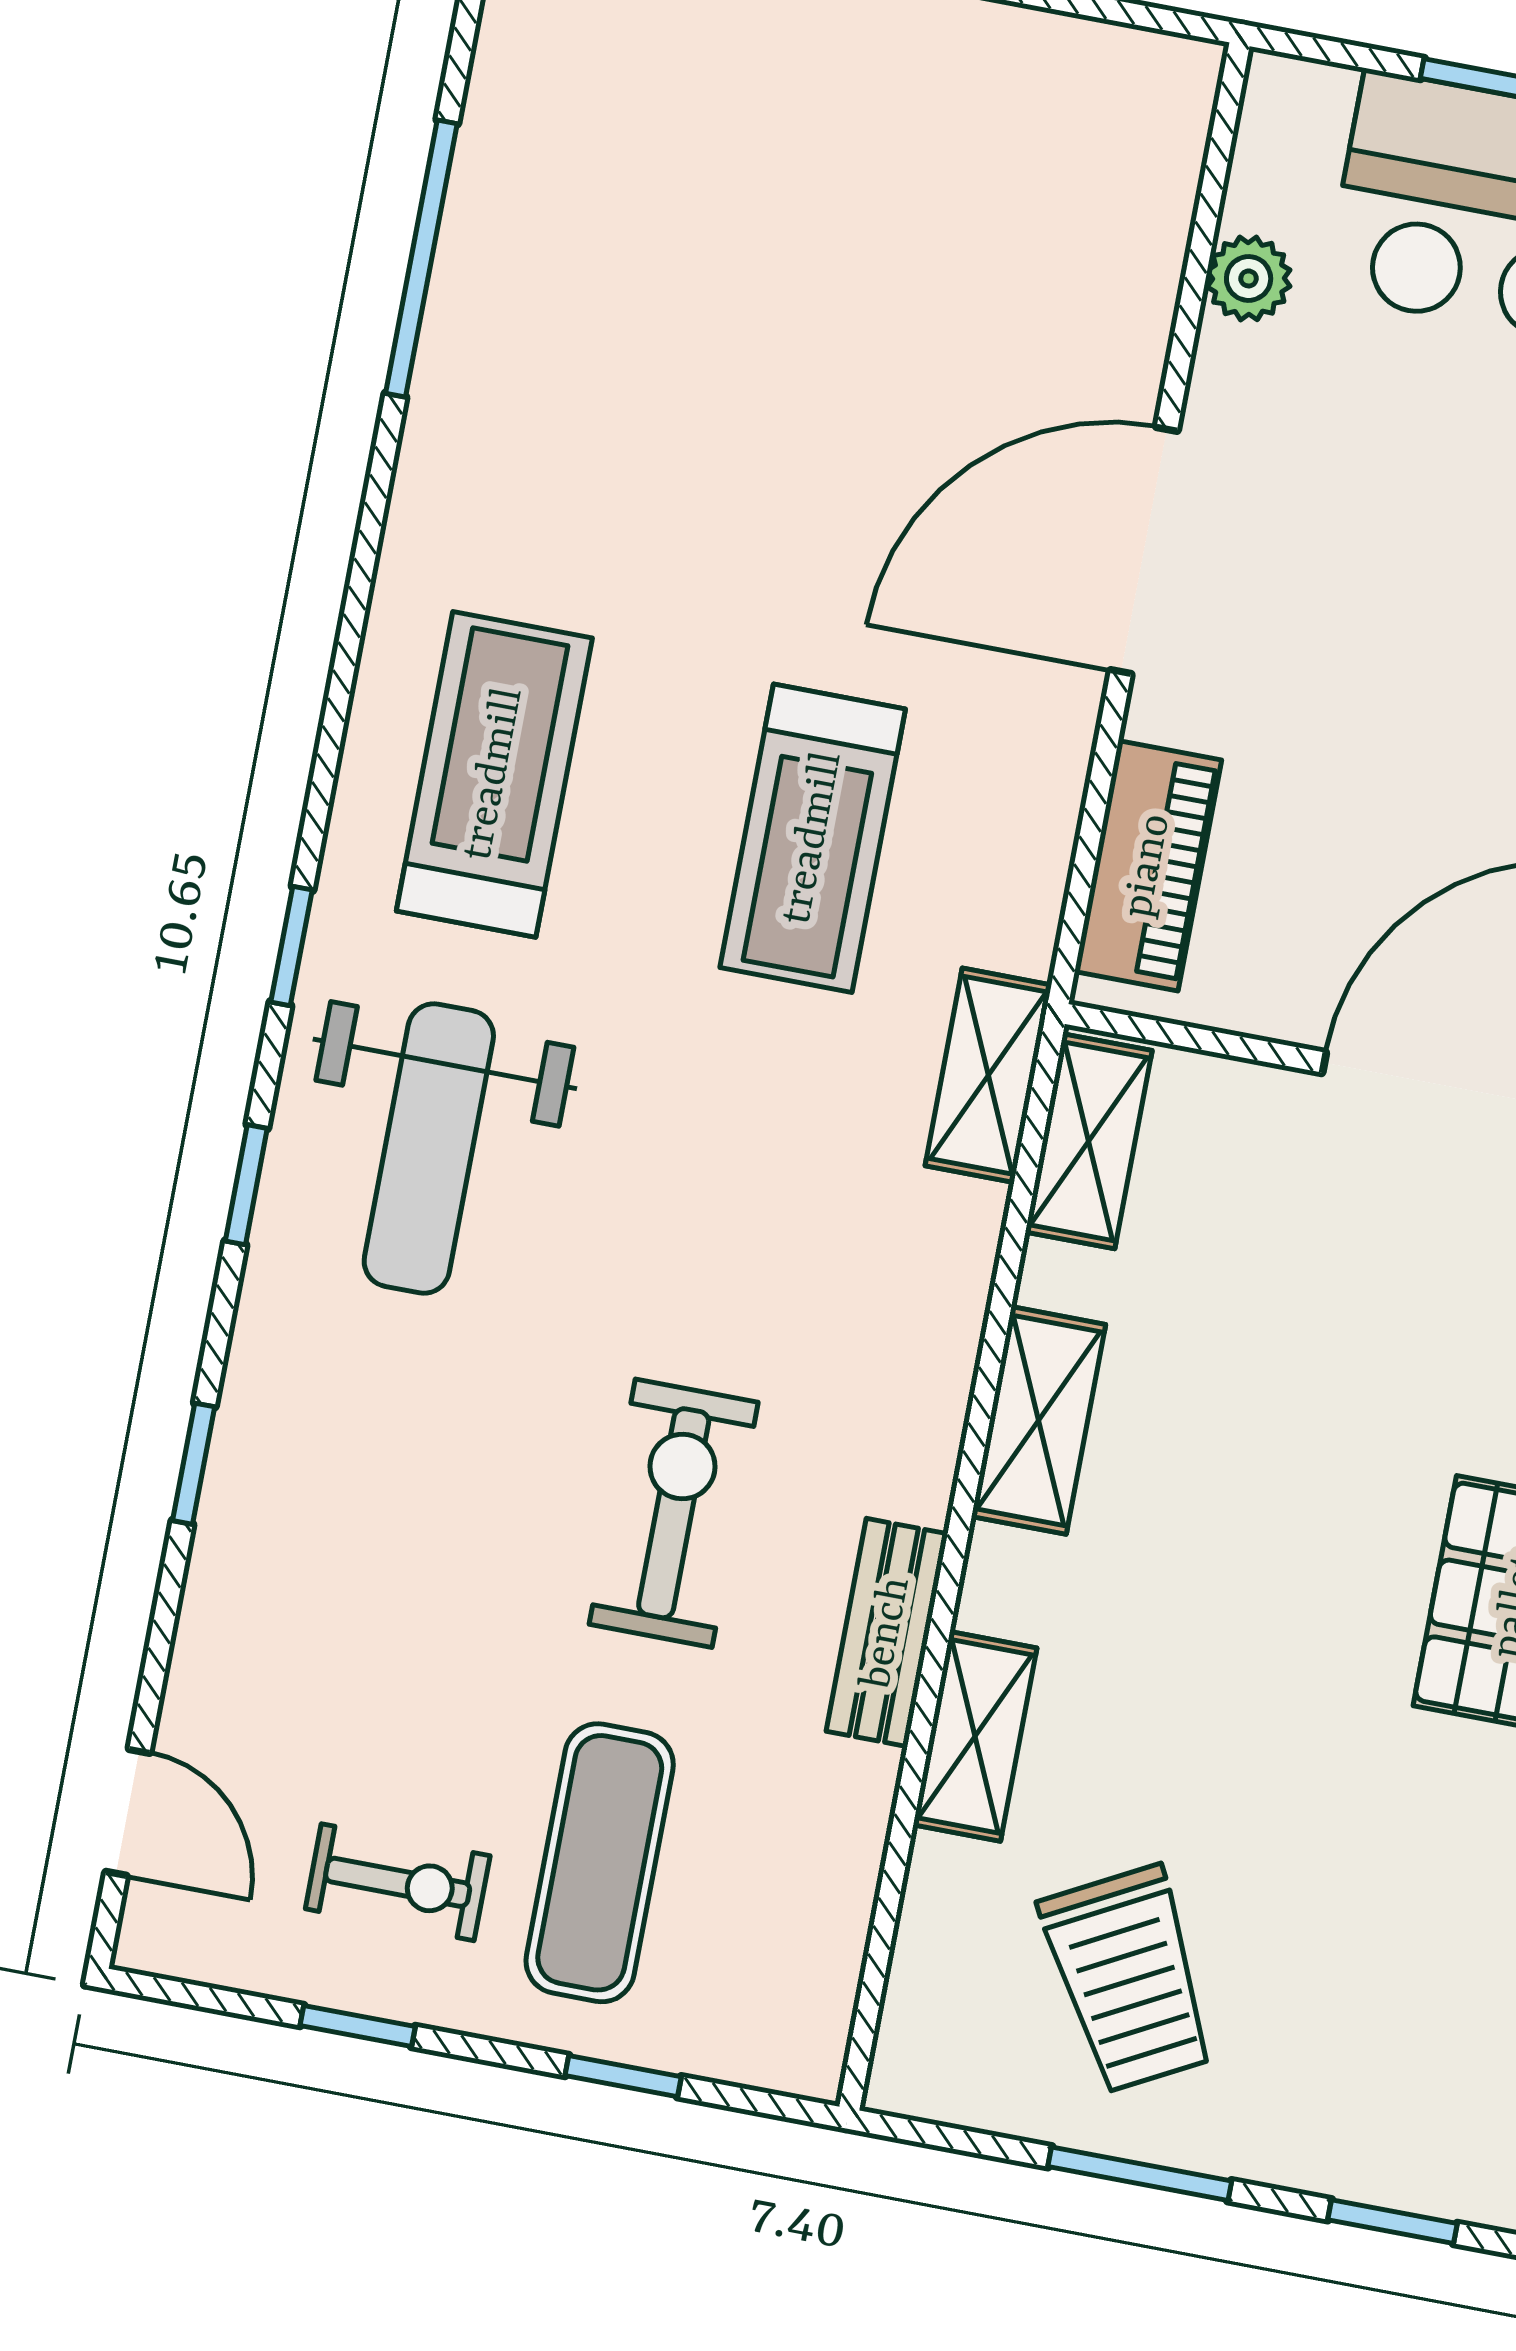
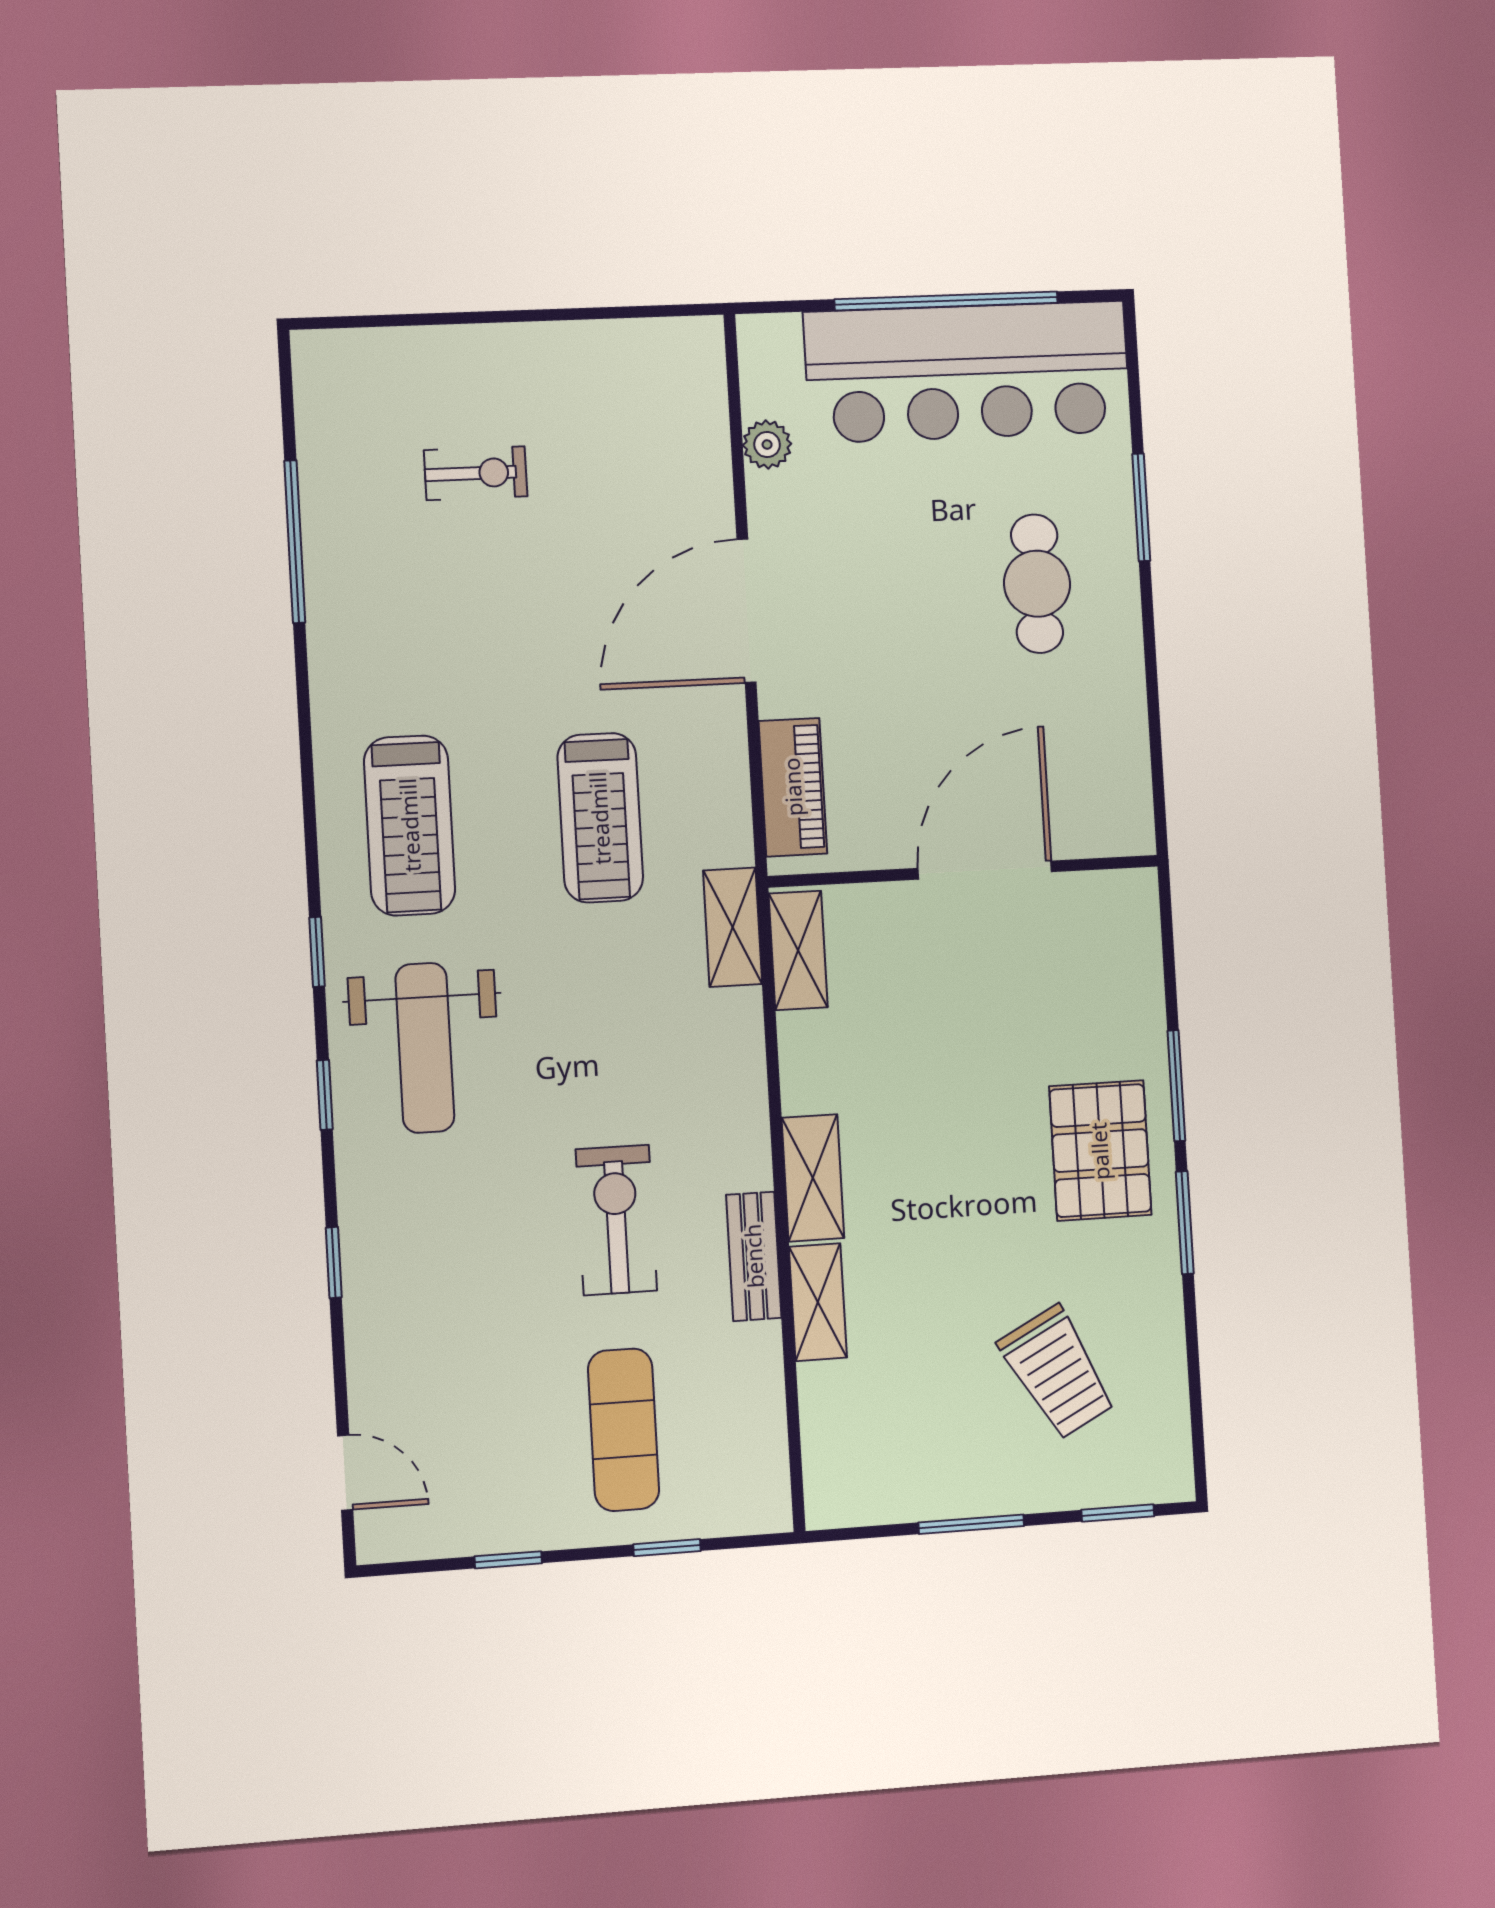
treadmill: (494, 774) -> (410, 825), turned 180
shelving: (1039, 1420) -> (813, 1178), moved
exercise bike: (398, 1882) -> (476, 473), moved
trolley: (1129, 1979) -> (1057, 1372), moved

